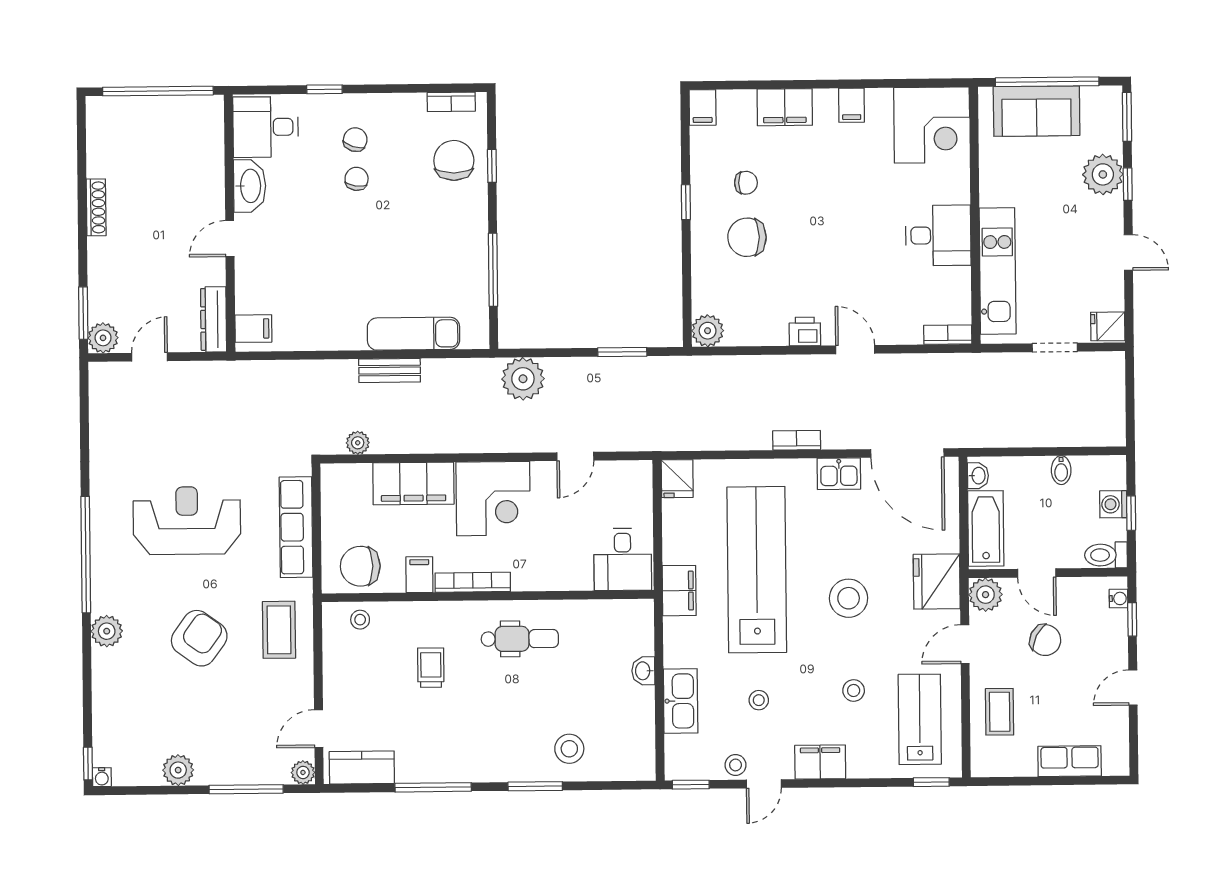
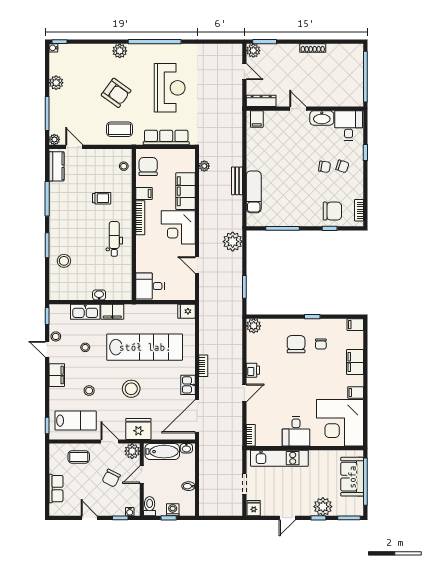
corner desk: (932, 125) -> (340, 423), width x1.36, depth x1.36
filing cabinet: (679, 591) -> (112, 312), moved
dental chair: (520, 639) -> (114, 239), turned 180

